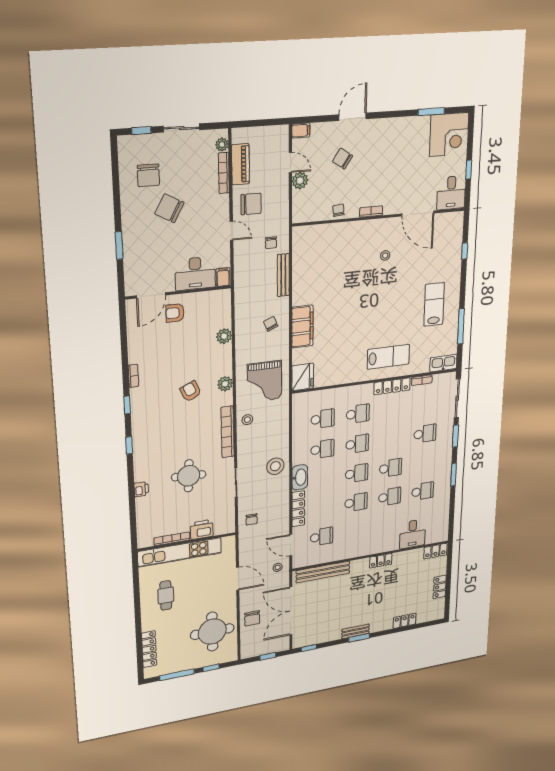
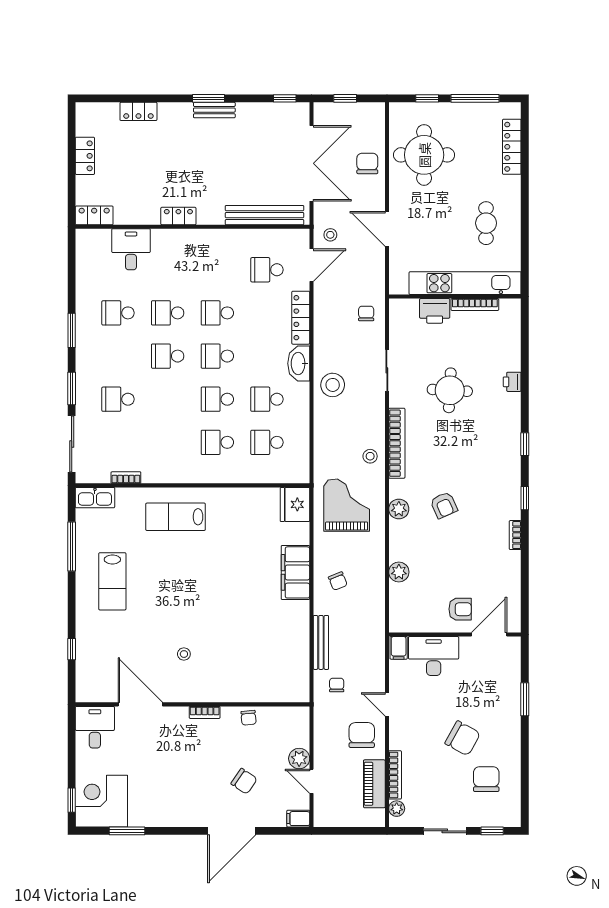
door: (353, 117) -> (232, 831), width x1.36
window: (469, 170) -> (72, 800), moved
chair: (251, 204) -> (362, 735), turned 90
locker: (392, 386) -> (169, 475), removed
door: (291, 545) -> (311, 265), hinge flipped

